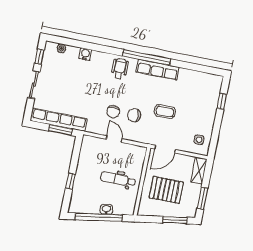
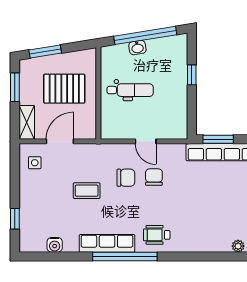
water cooler: (85, 54) -> (55, 245), moved
wheelchair: (120, 69) -> (157, 235), turned 90
door: (165, 149) -> (60, 141), moved

